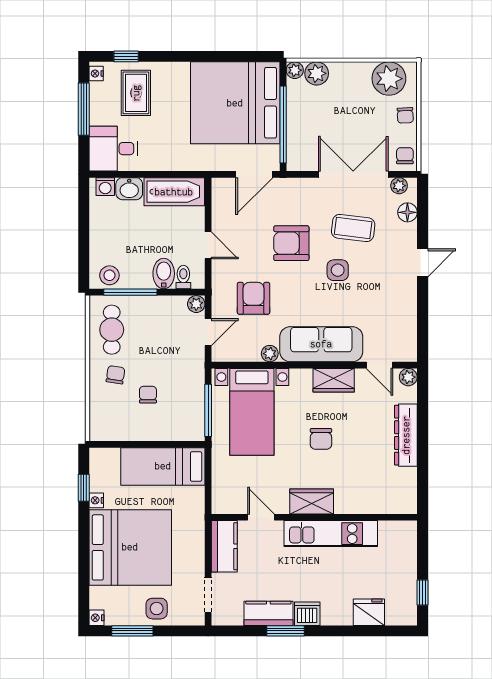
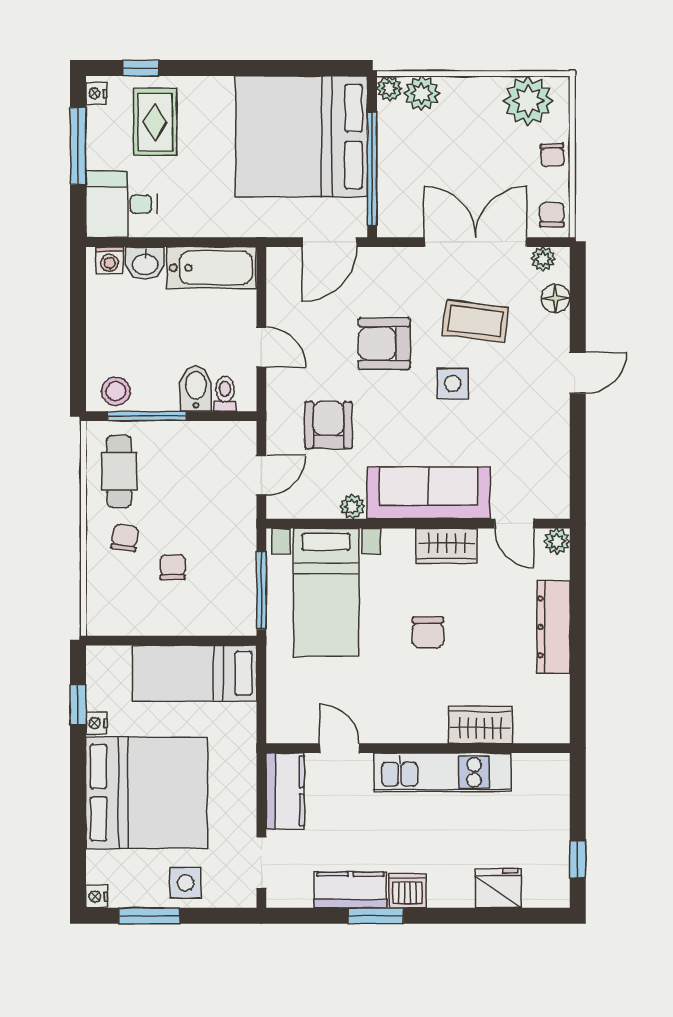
plant: (196, 304) -> (244, 433), removed
wardrobe: (312, 501) -> (480, 725), moved

